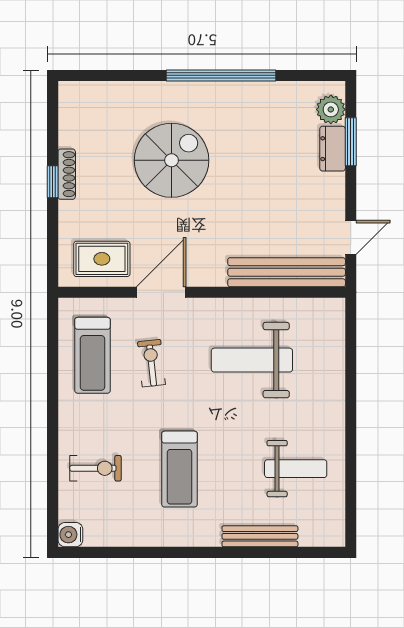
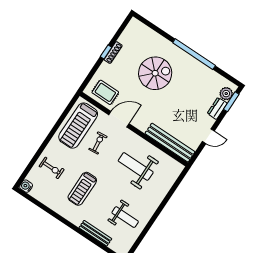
window: (351, 142) -> (231, 102), moved
door: (351, 237) -> (208, 136), moved
treadmill: (92, 355) -> (78, 126), width x1.37, depth x1.38

